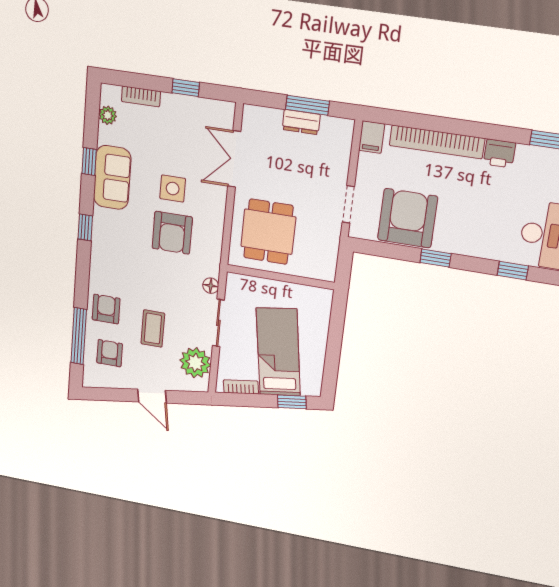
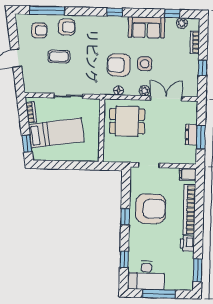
window: (89, 162) -> (172, 14), moved
armchair: (408, 218) -> (151, 209), moved
floor lamp: (211, 286) -> (118, 91), moved
plant: (195, 363) -> (144, 91), moved, width x0.53, depth x0.53

